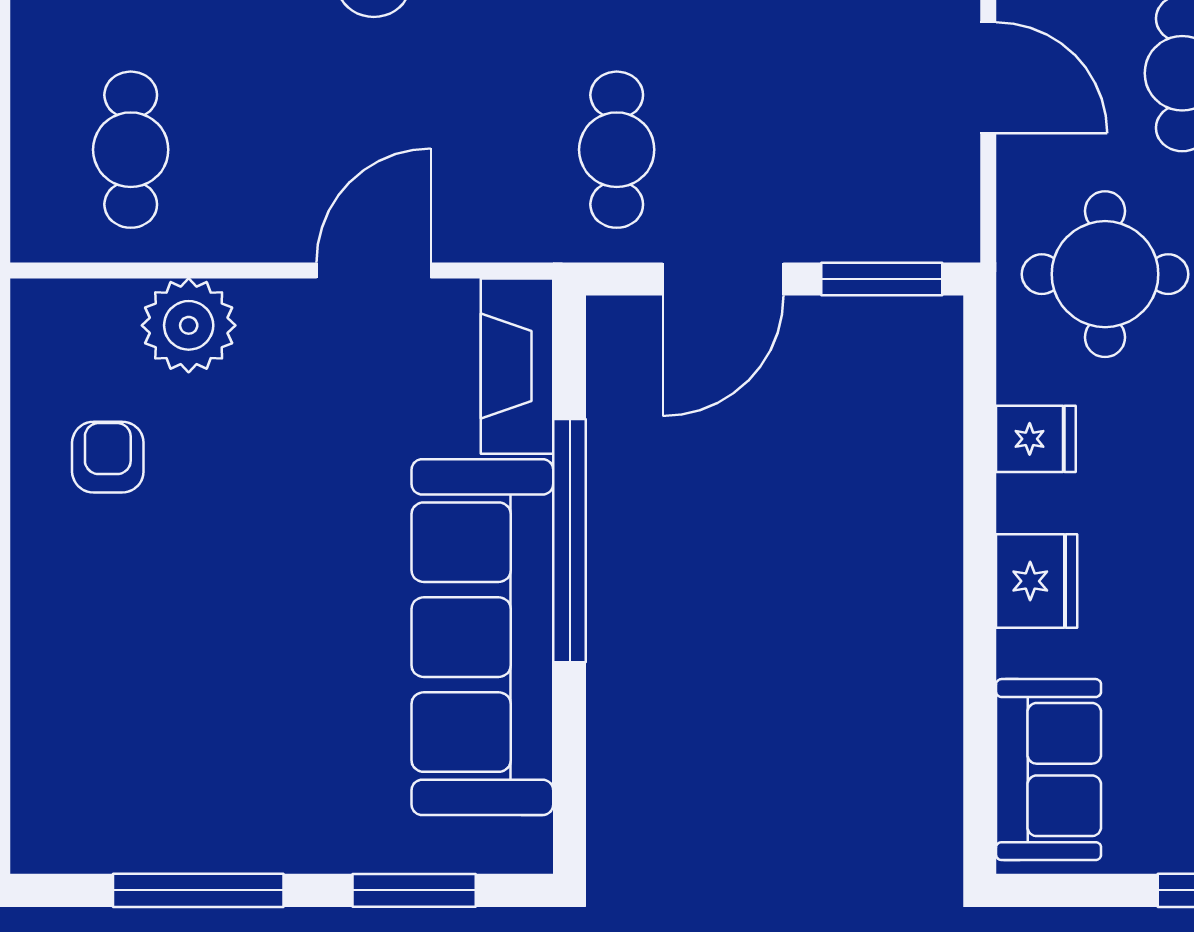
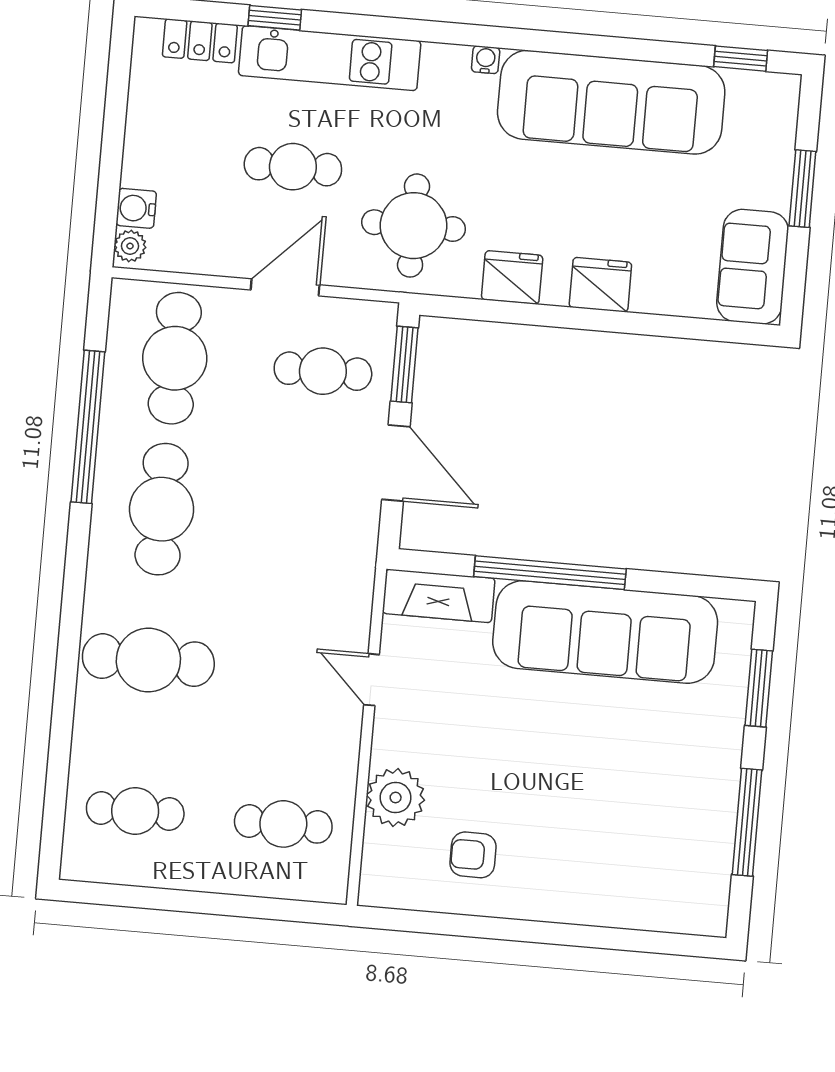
cafe table: (617, 150) -> (323, 371), moved
door: (374, 270) -> (371, 680), width x0.73
fridge: (1036, 439) -> (512, 277), width x1.38
sofa: (1049, 770) -> (753, 267), moved, turned -90

